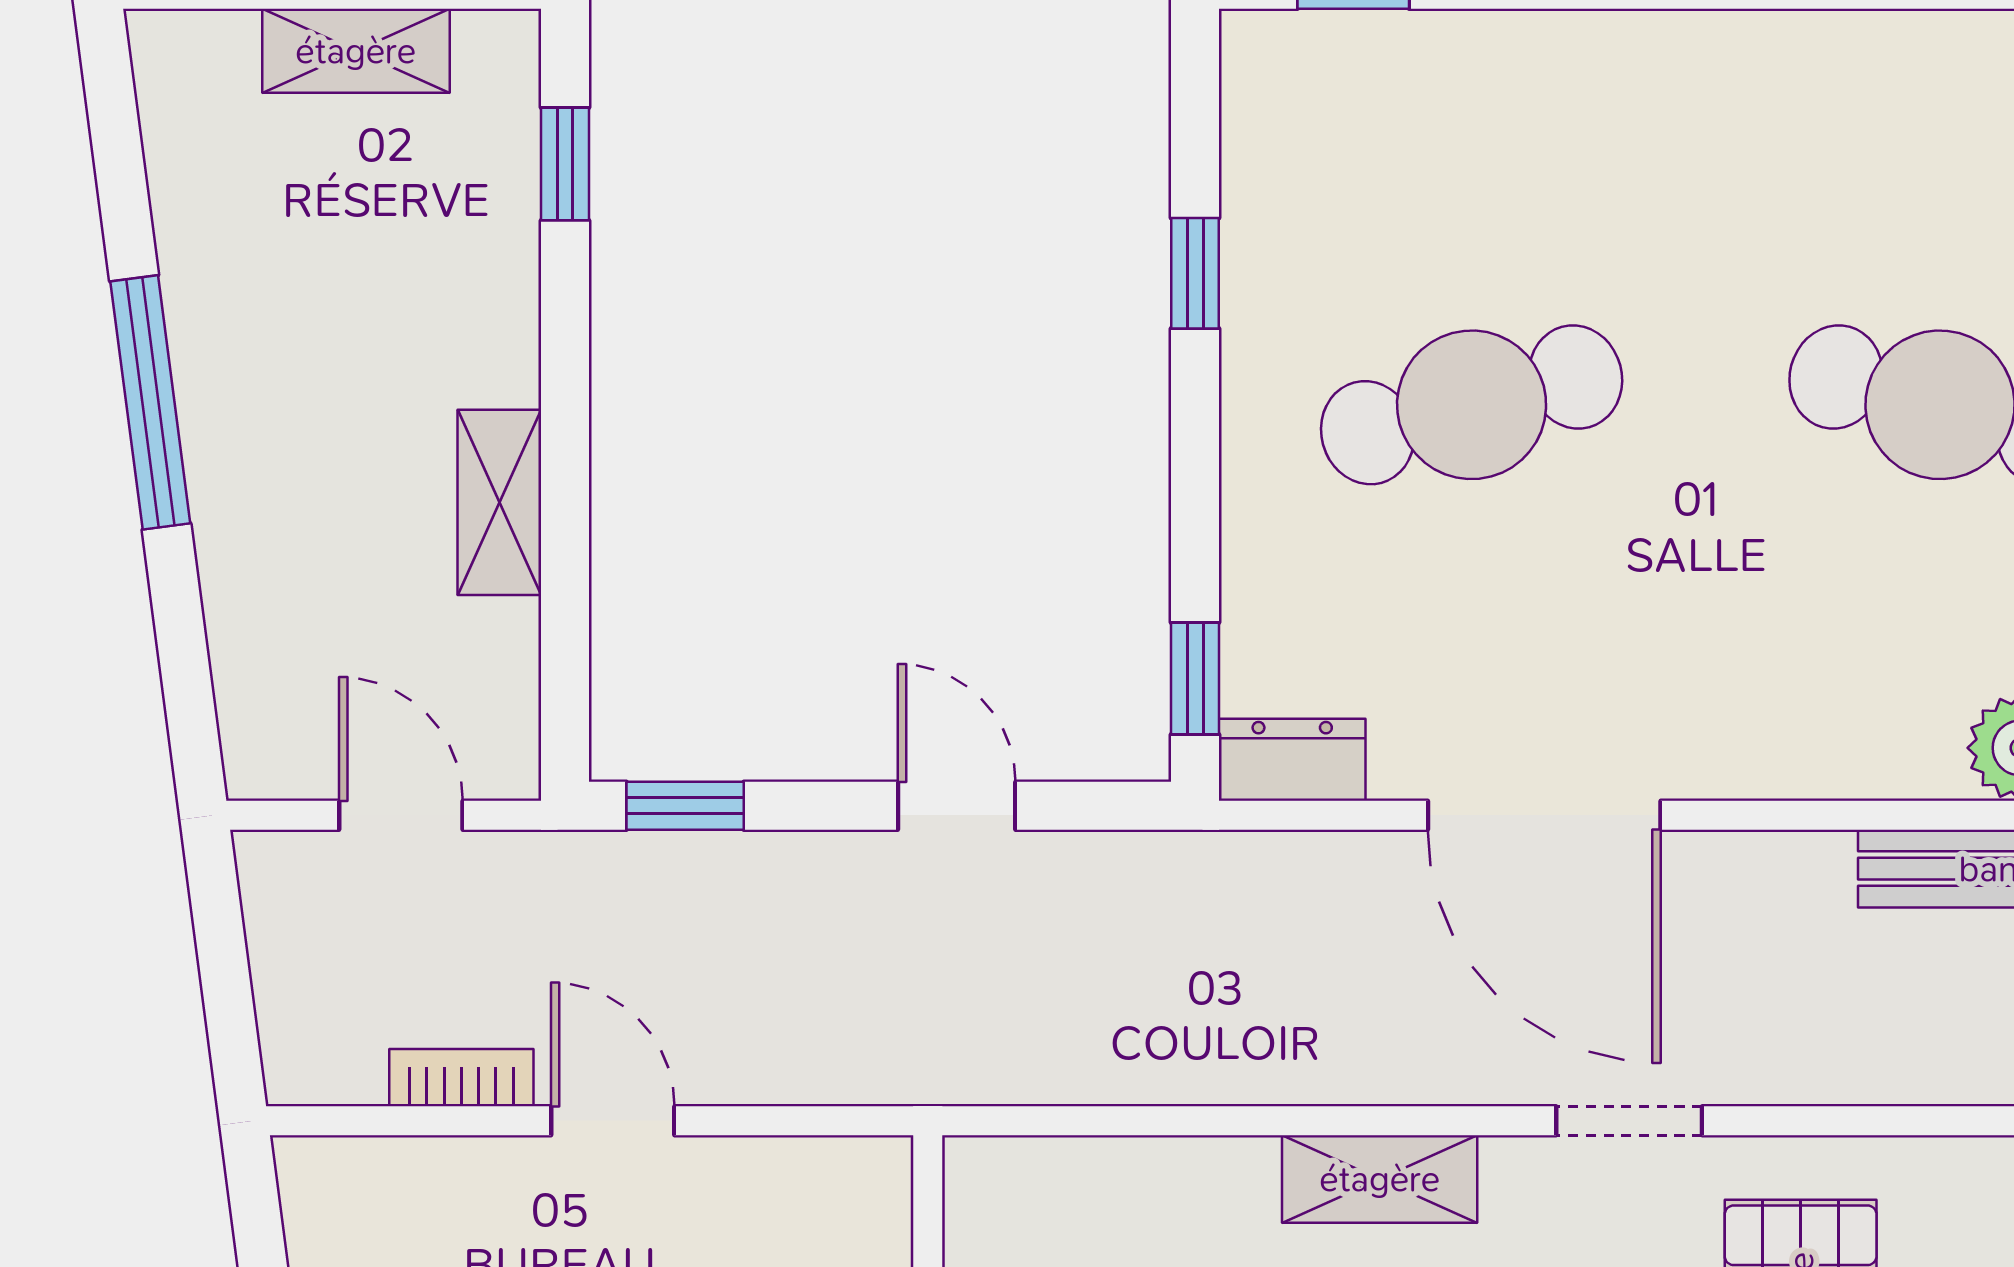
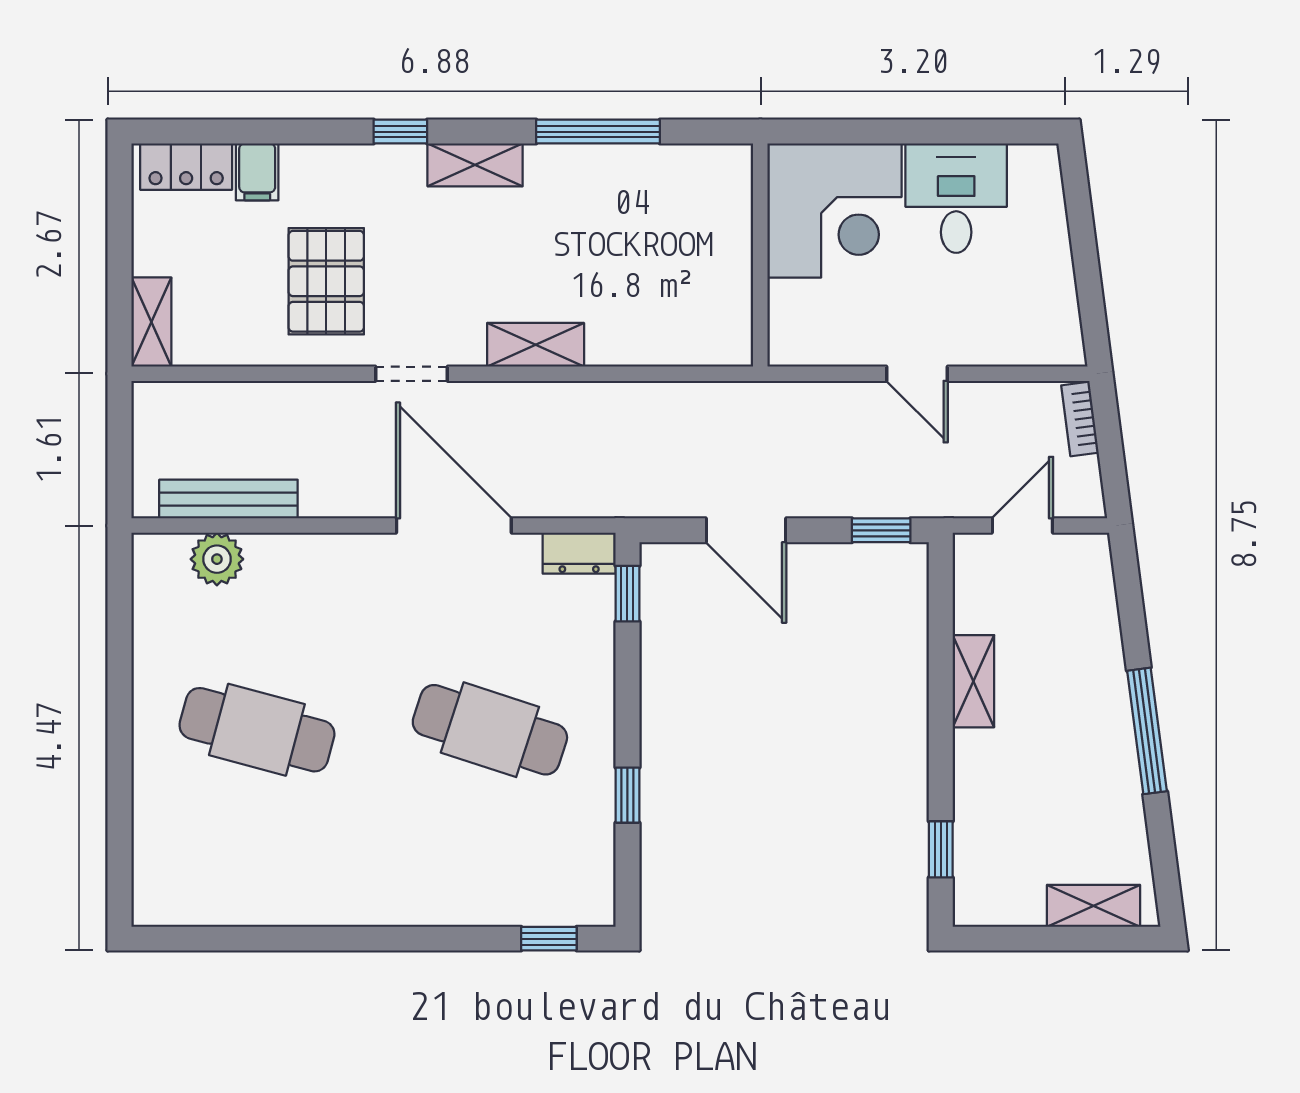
shelving: (356, 51) -> (1094, 906), moved
cafe table: (1472, 405) -> (490, 730), turned 33
door: (957, 806) -> (746, 530), width x1.38
door: (401, 815) -> (1022, 526), swing flipped
bookcase: (461, 1078) -> (1080, 419), moved, turned 83

